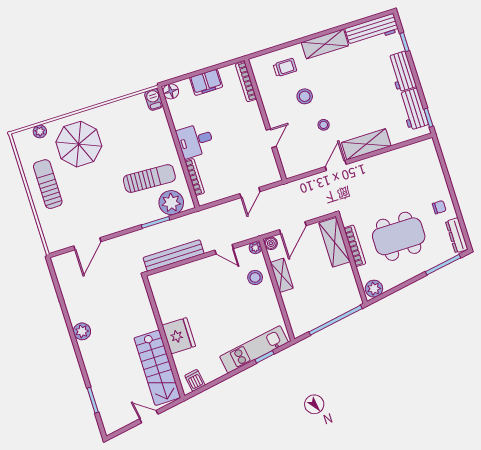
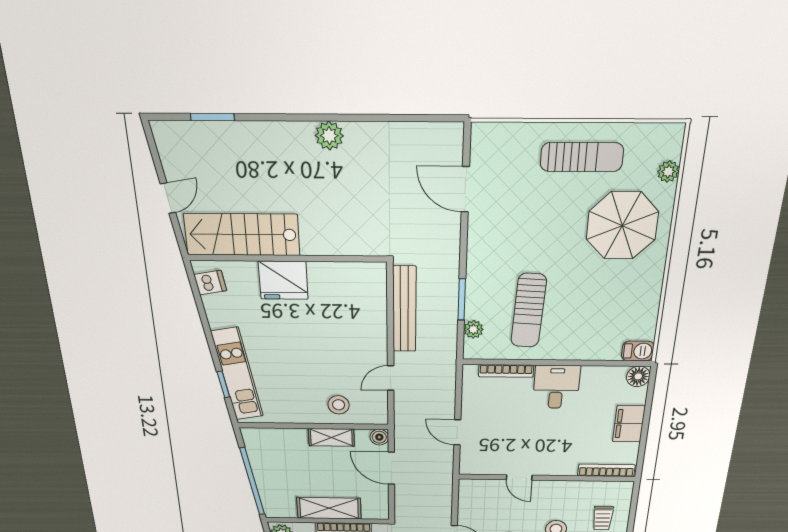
plant: (171, 203) -> (473, 329), width x0.53, depth x0.53
shelving: (334, 242) -> (329, 508), moved
plant: (255, 248) -> (380, 417), removed

